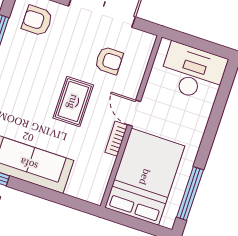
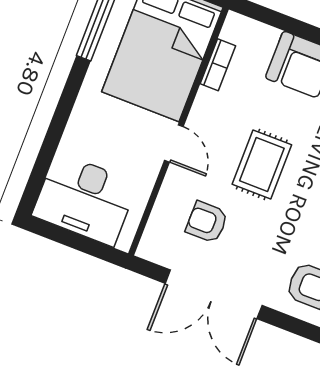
bookcase: (116, 139) -> (218, 65), moved

